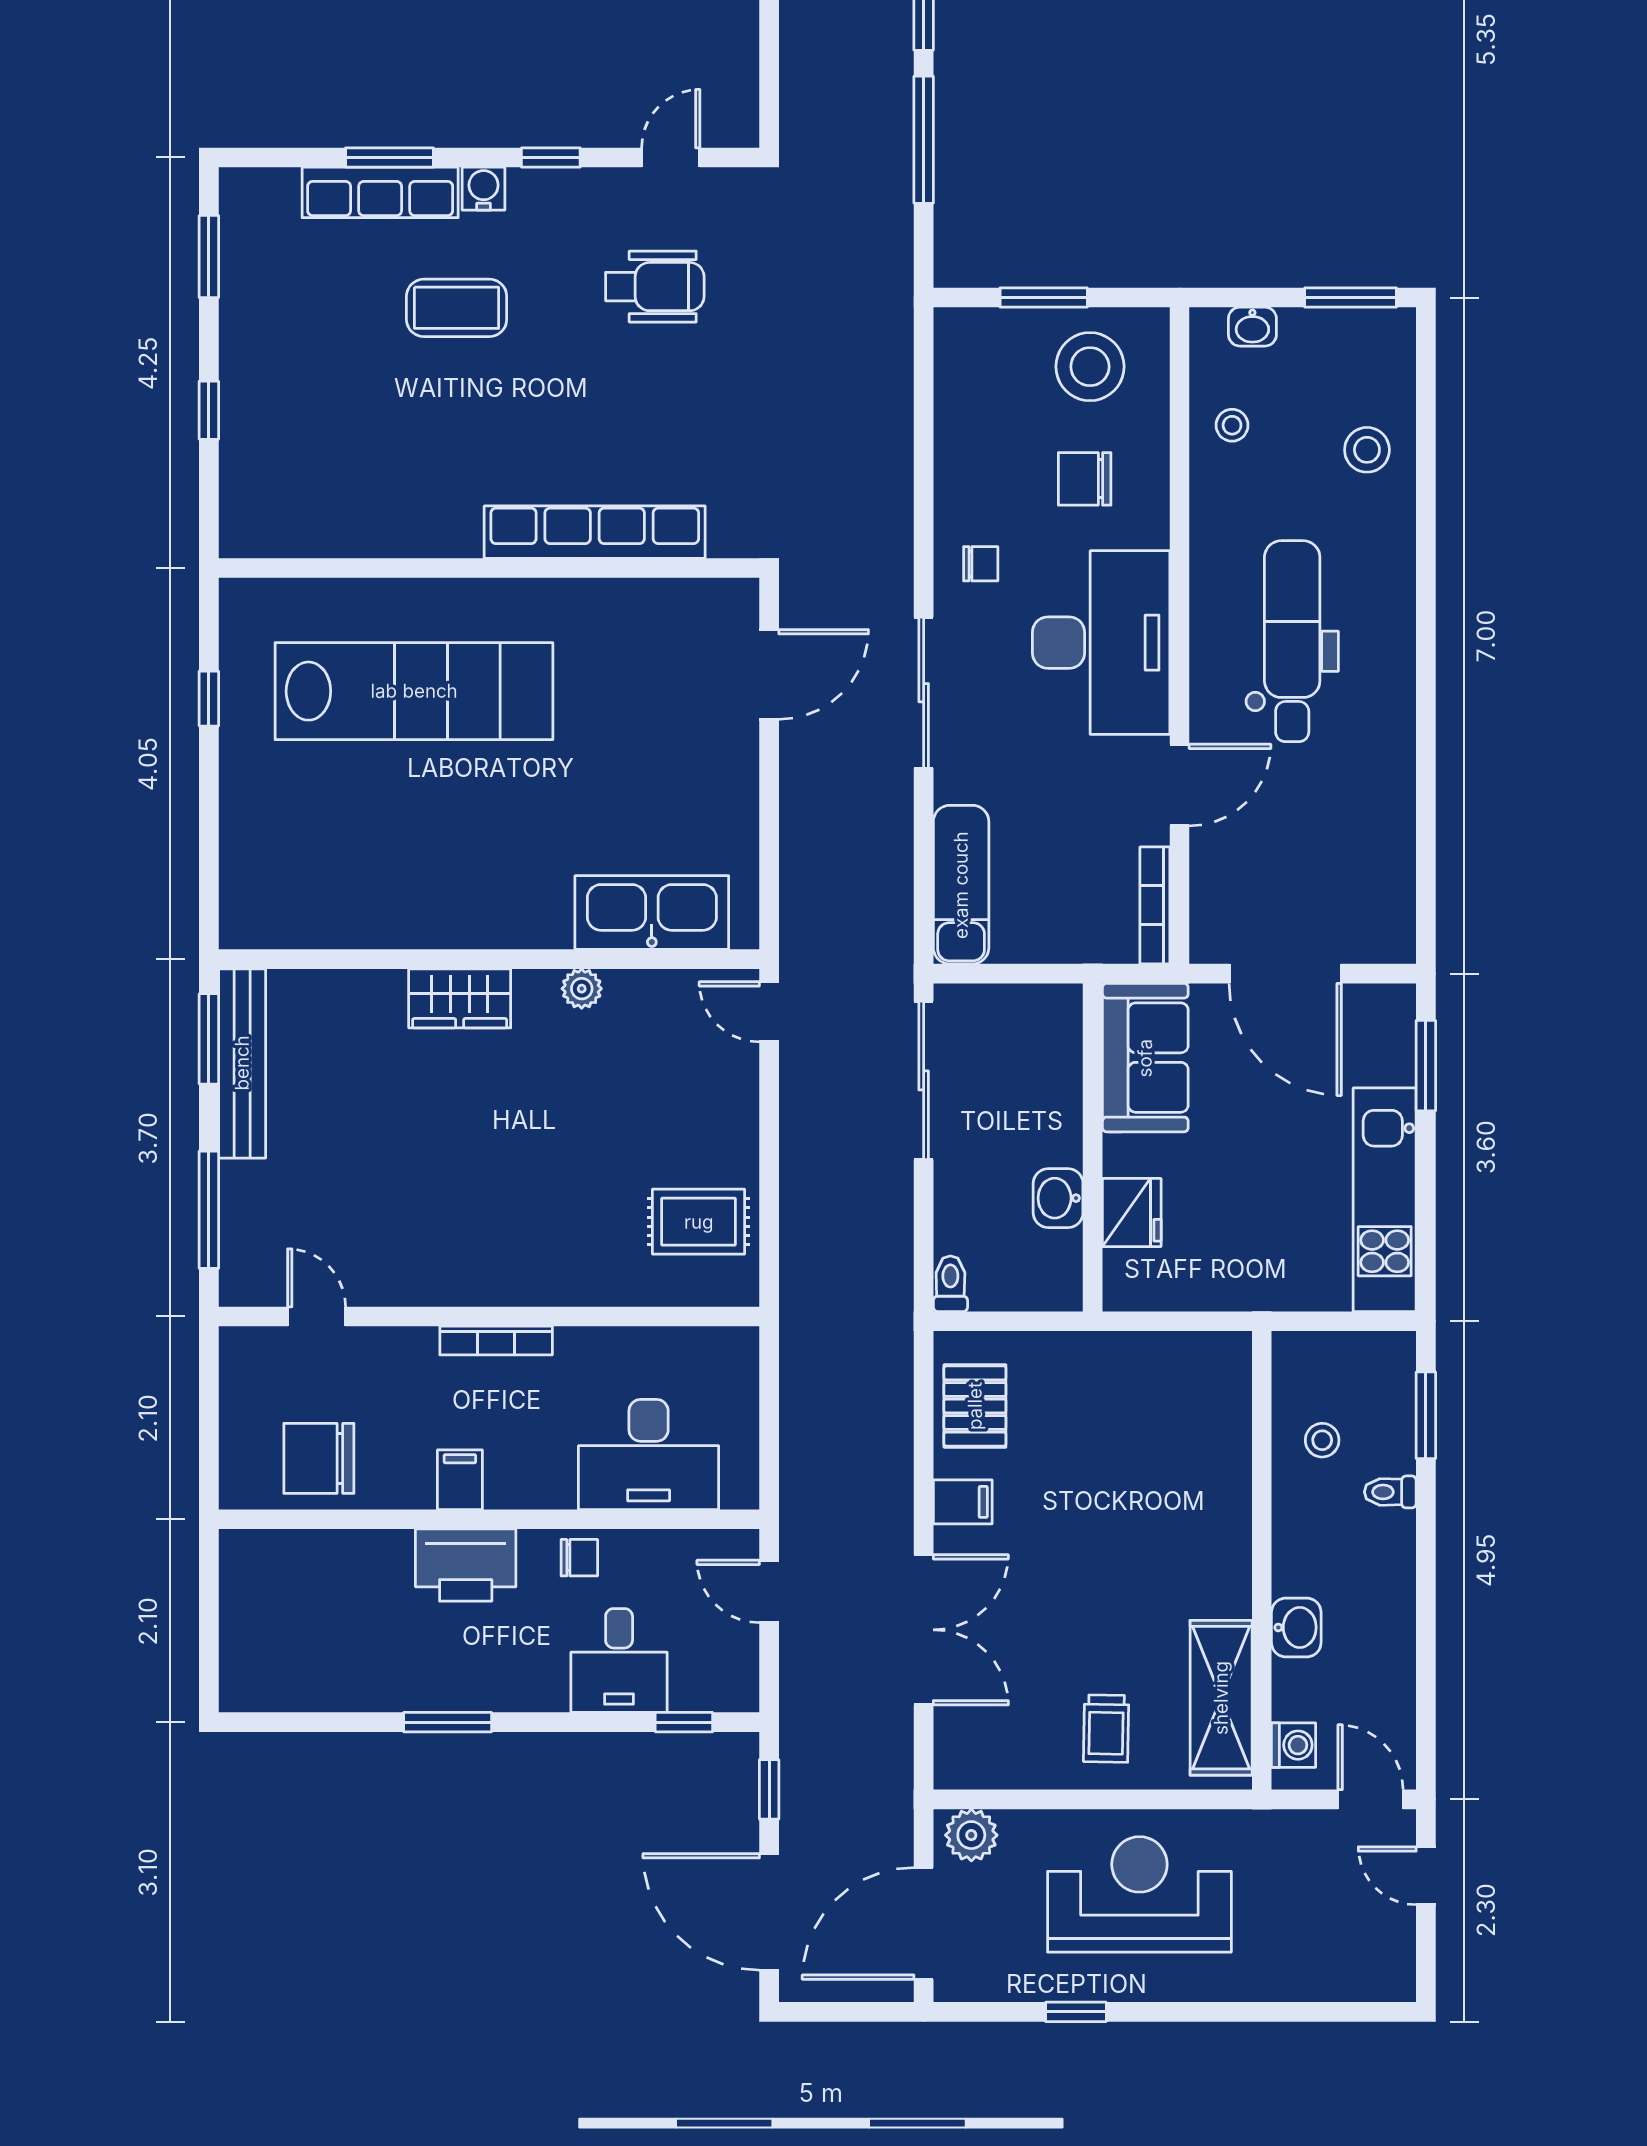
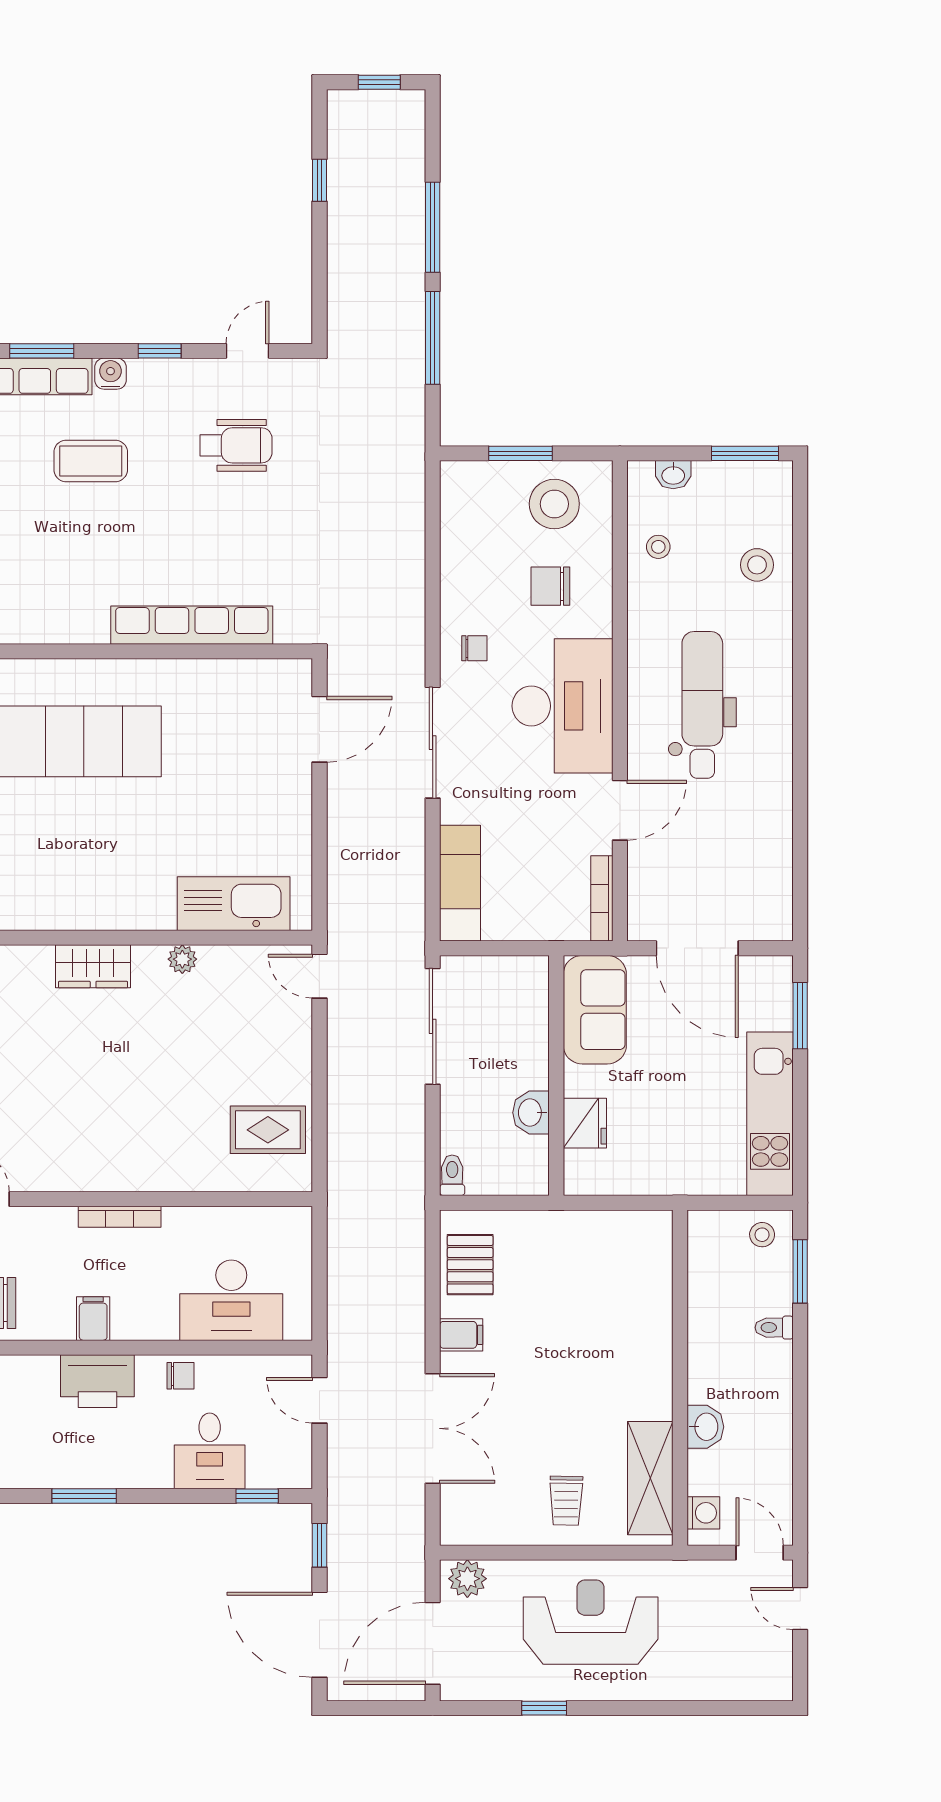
stool: (1322, 1440) -> (762, 1235), moved

